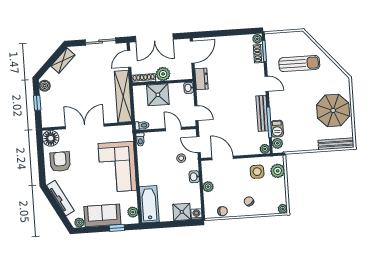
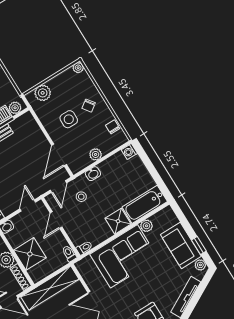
plant: (265, 149) -> (27, 118), removed
side table: (257, 172) -> (69, 119), moved
plant: (133, 212) -> (147, 226), moved
shower: (182, 212) -> (118, 221), moved
window: (117, 228) -> (199, 245), moved

